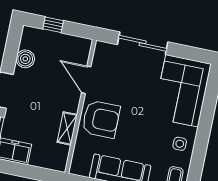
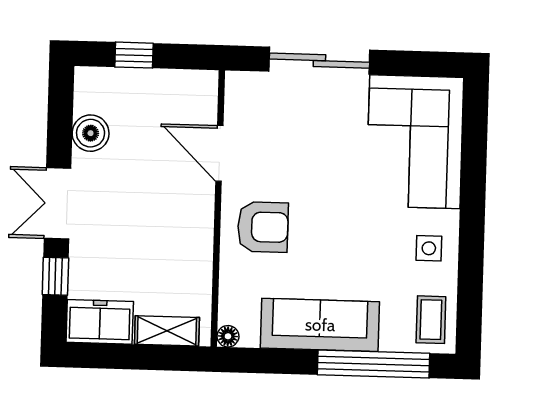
armchair: (101, 119) -> (263, 227), width x0.73, depth x0.73
shelving: (67, 128) -> (167, 331), moved, turned 90
floor lamp: (75, 169) -> (228, 336), added

